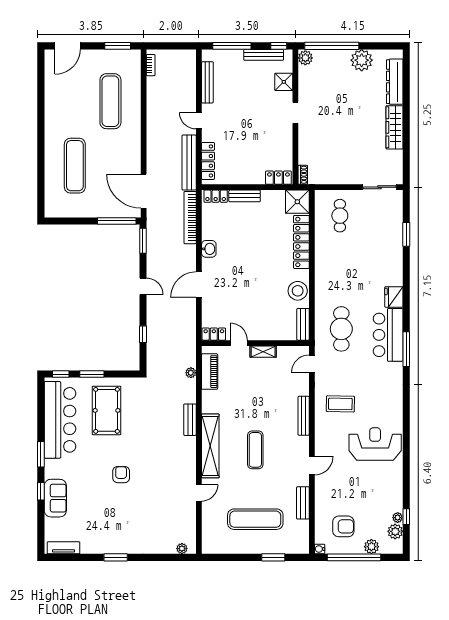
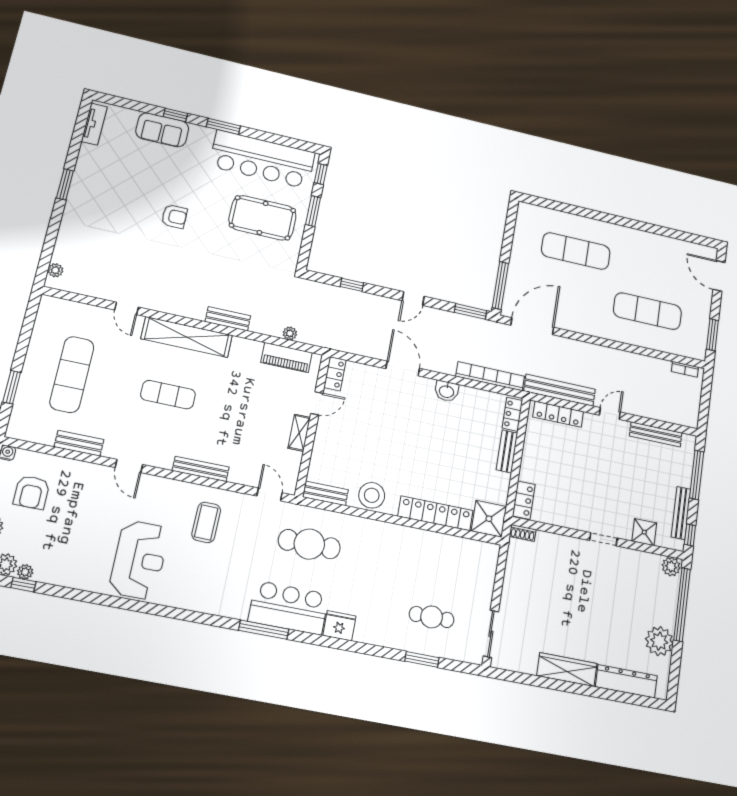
cafe table: (340, 216) -> (432, 617), moved

